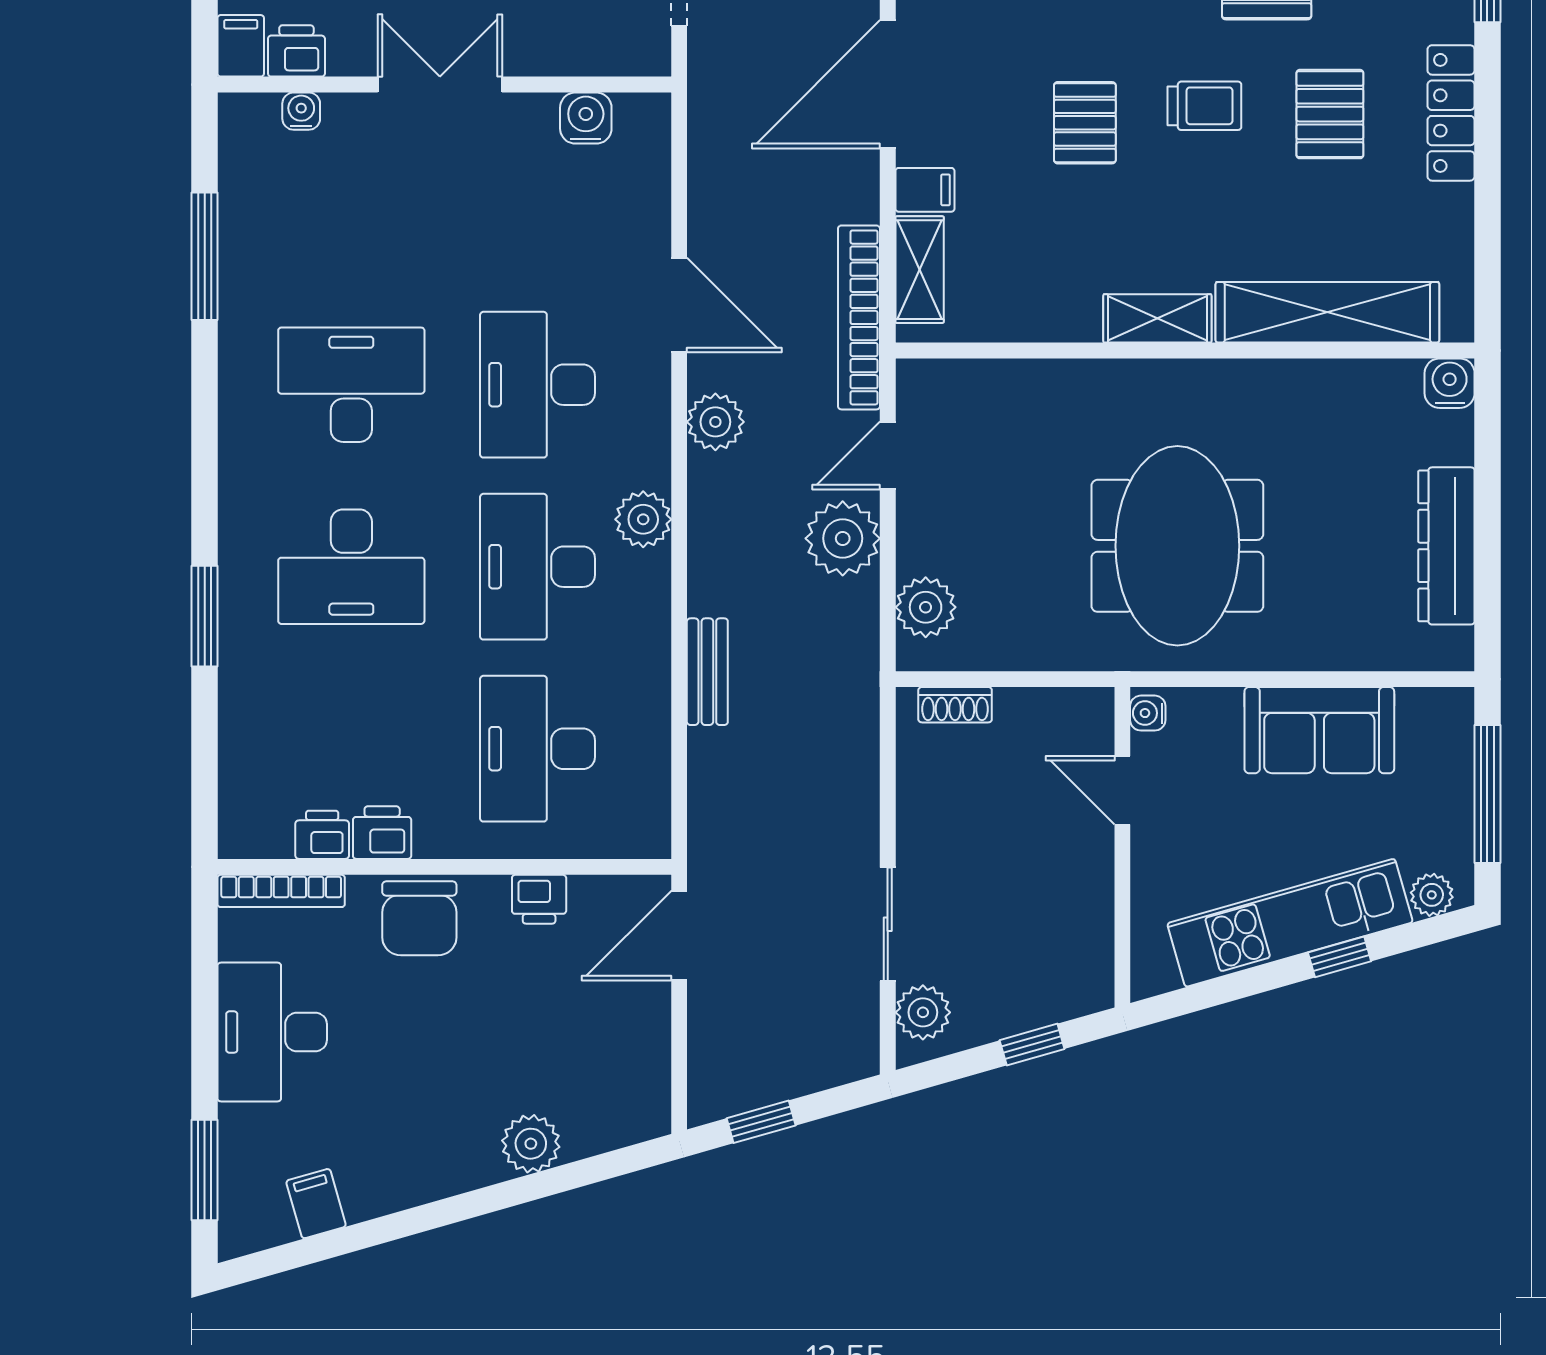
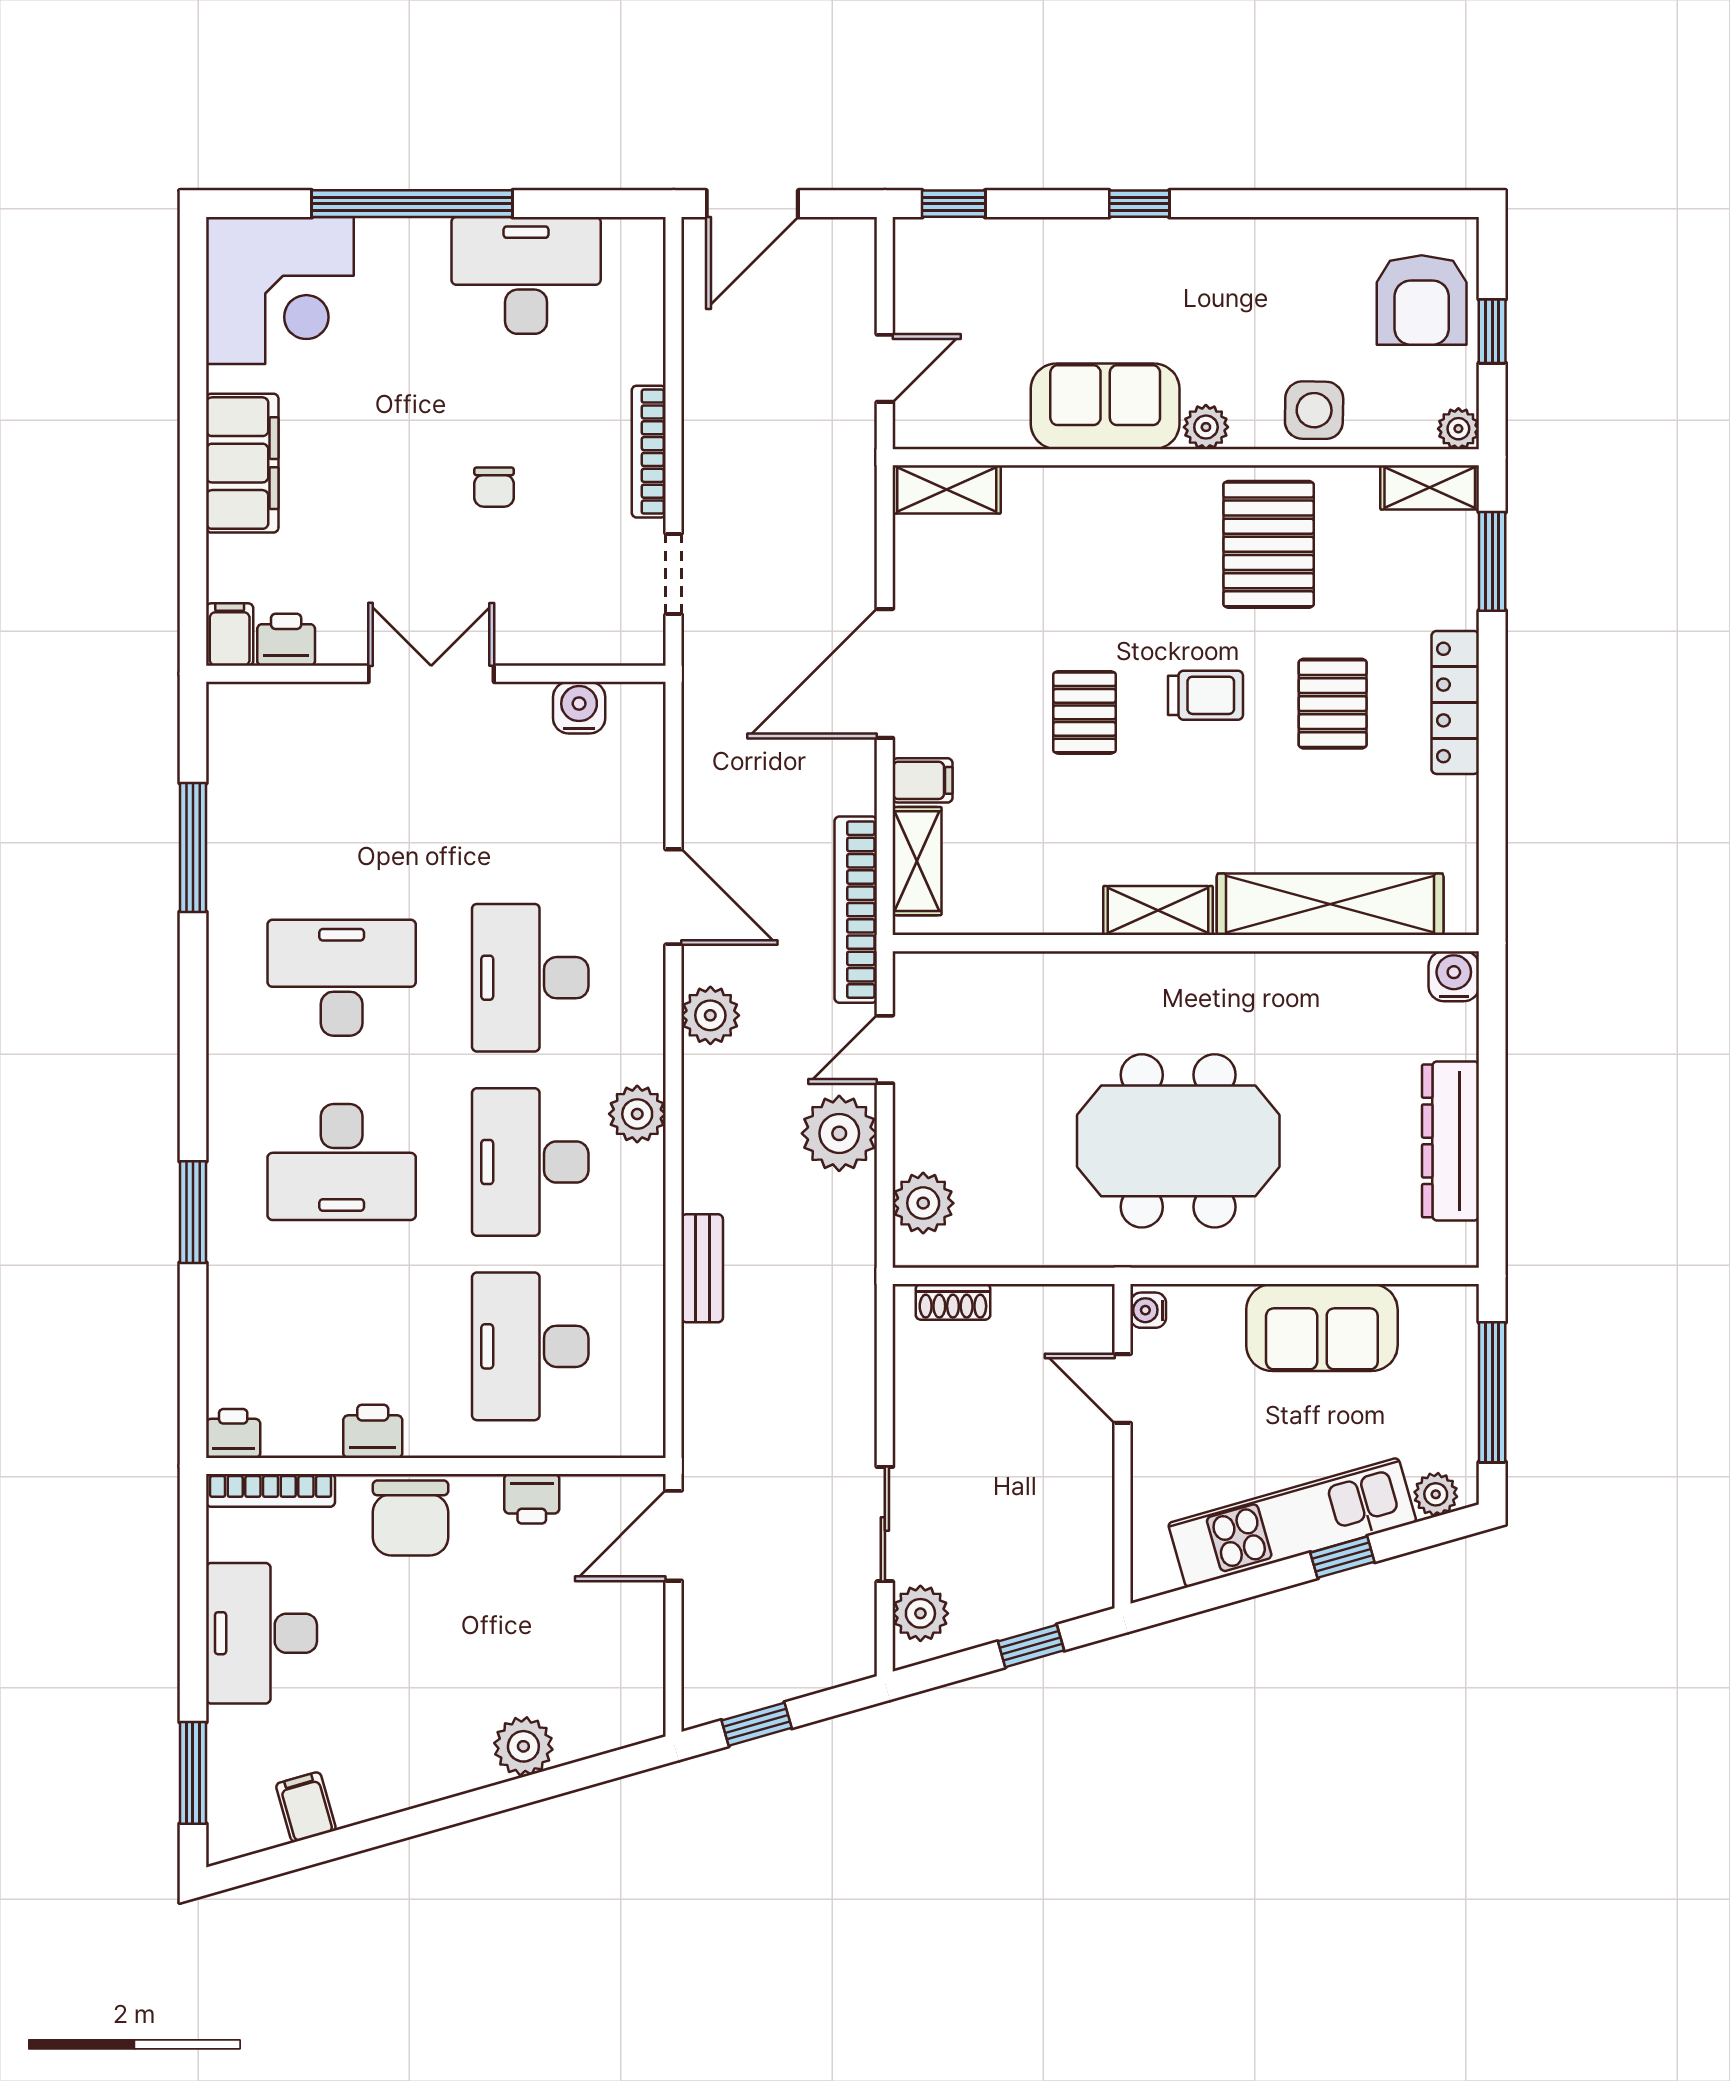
water cooler: (301, 111) -> (291, 701), removed
meeting table: (1177, 546) -> (1178, 1141), turned 90
printer: (322, 835) -> (233, 1433), moved

